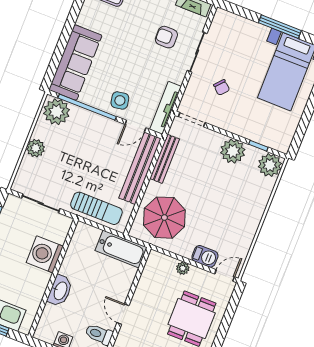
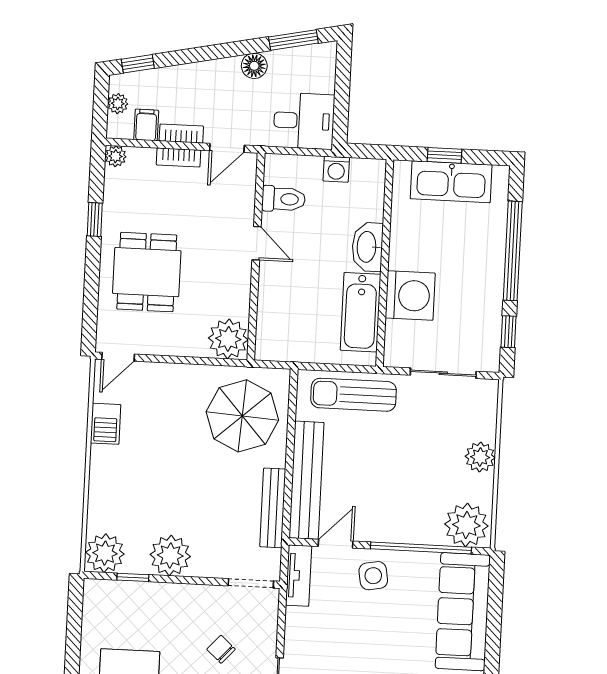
tv unit: (166, 108) -> (299, 576), width x0.71
bathtub: (121, 249) -> (361, 312), moved, turned -90
barbecue: (205, 256) -> (106, 424), moved, turned -90
plant: (183, 268) -> (228, 339), moved, width x1.88, depth x1.88

